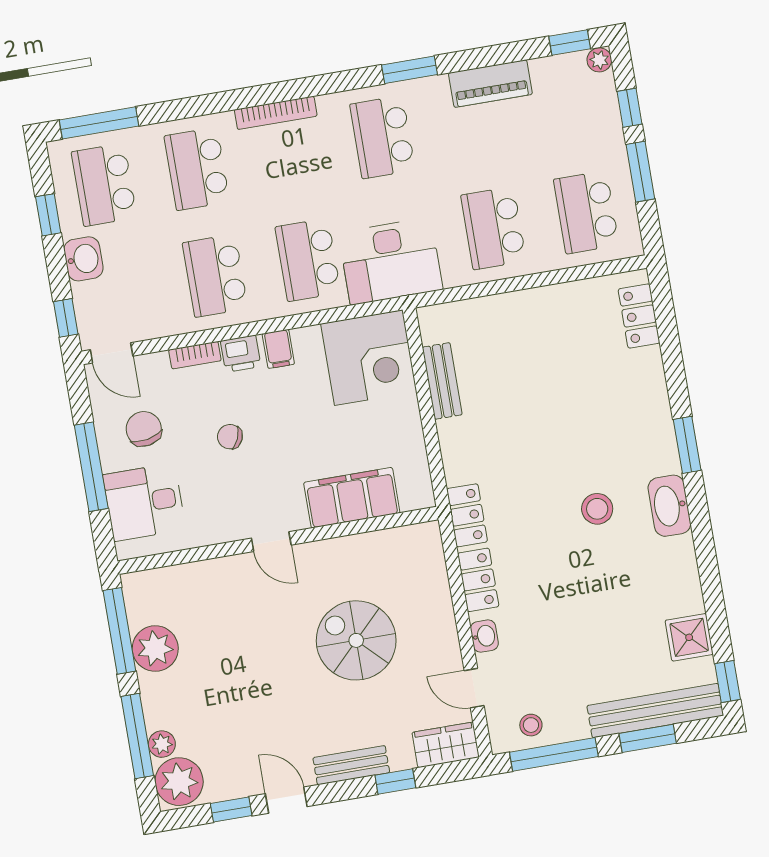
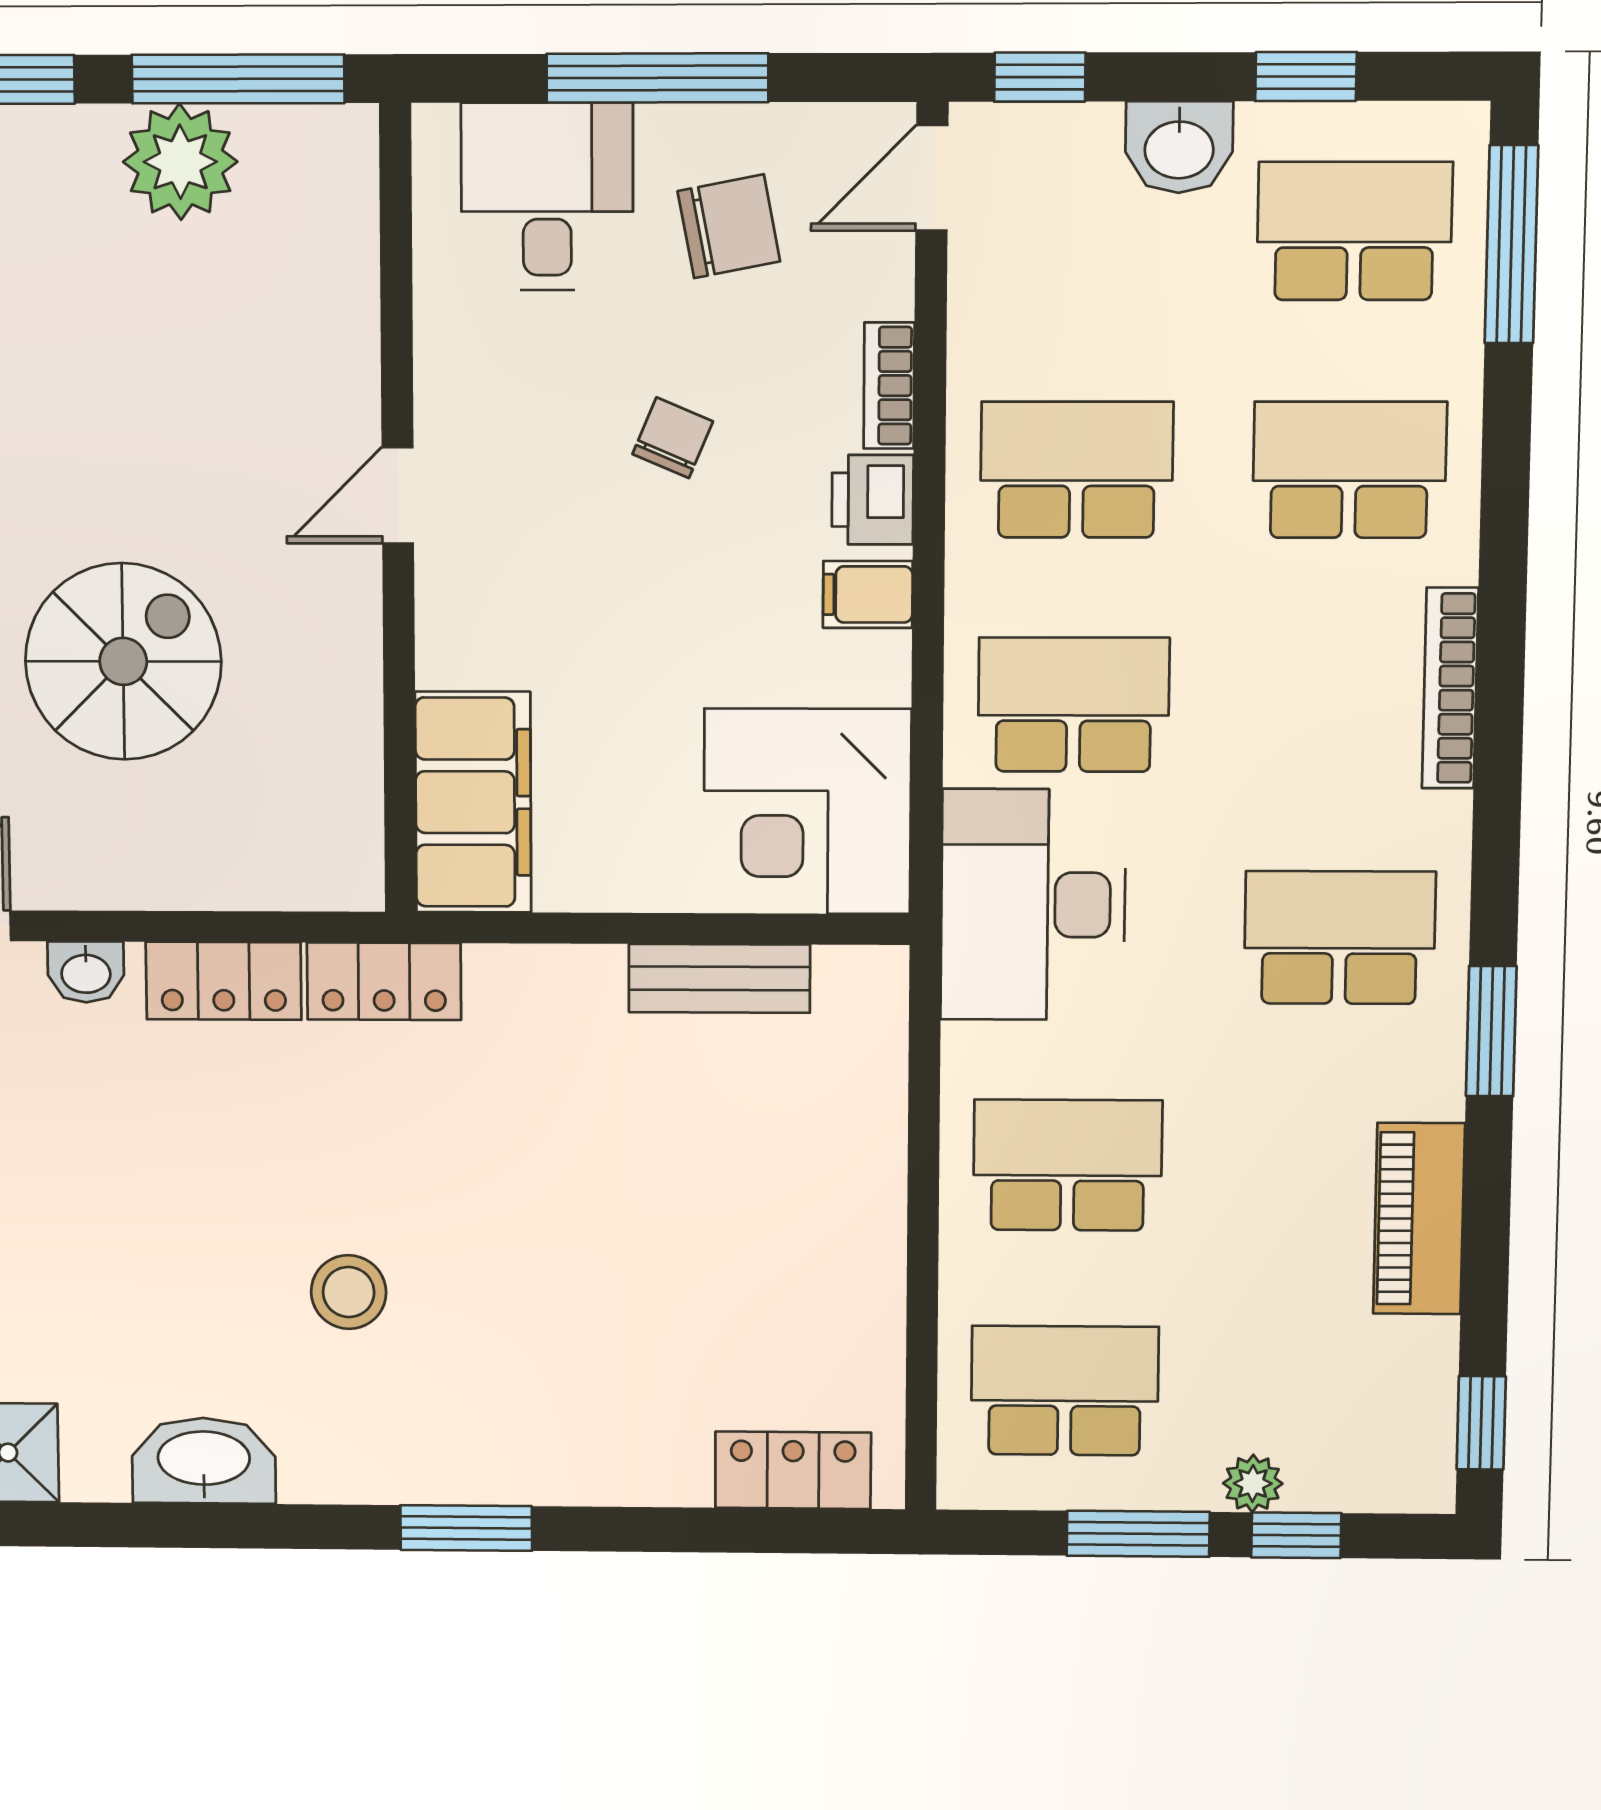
plant: (599, 60) -> (1253, 1483), moved
filing cabinet: (352, 498) -> (473, 802), moved
washbasin: (669, 506) -> (204, 1461), moved

